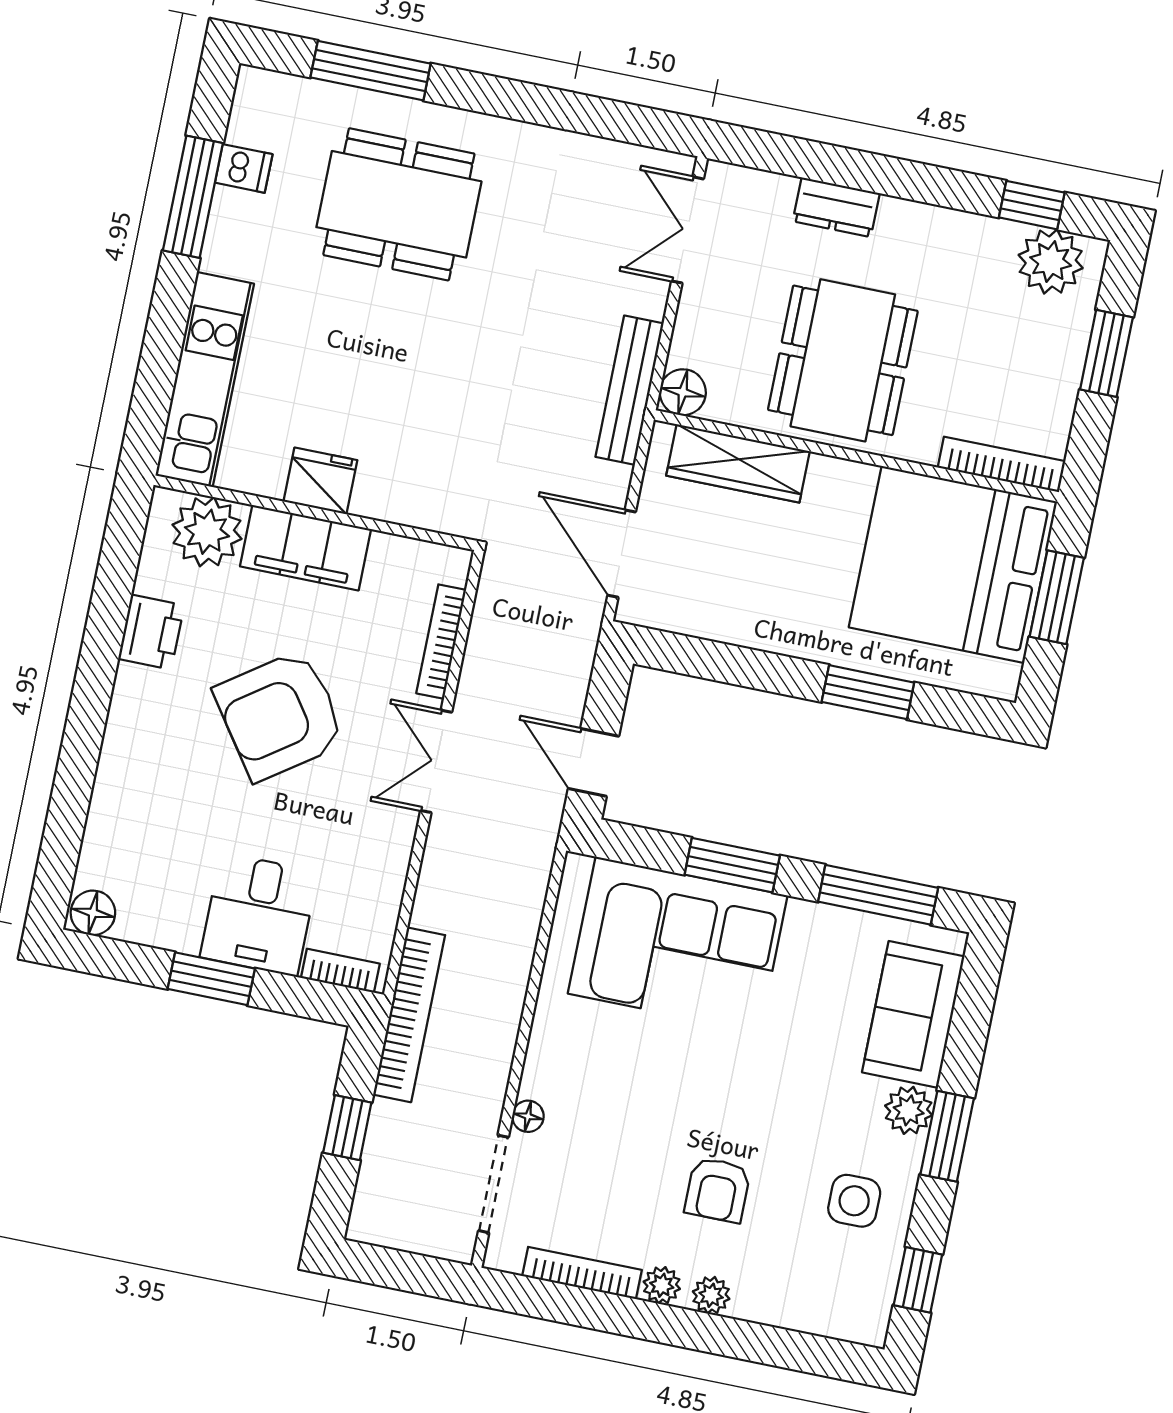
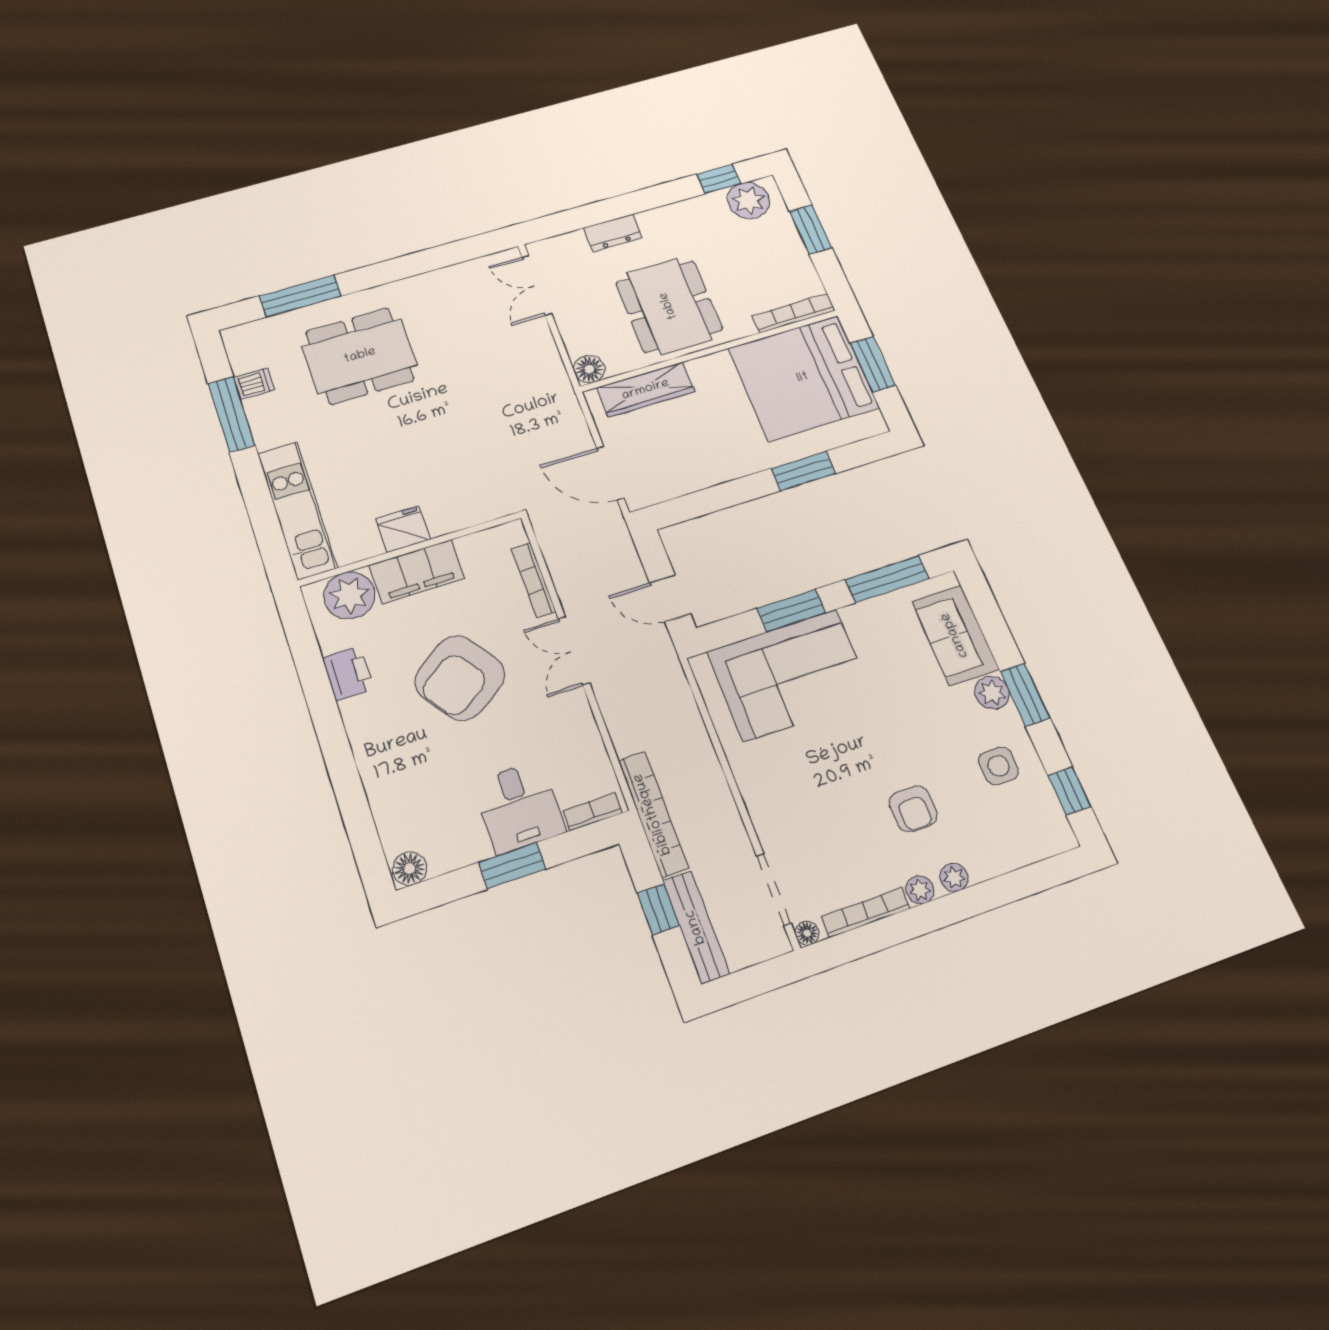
bench: (630, 390) -> (696, 927), moved
floor lamp: (528, 1116) -> (807, 933), moved

